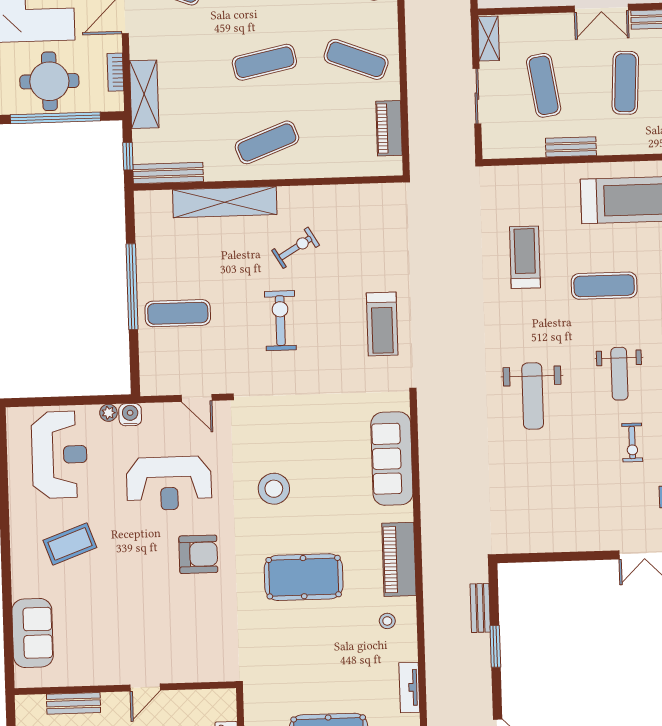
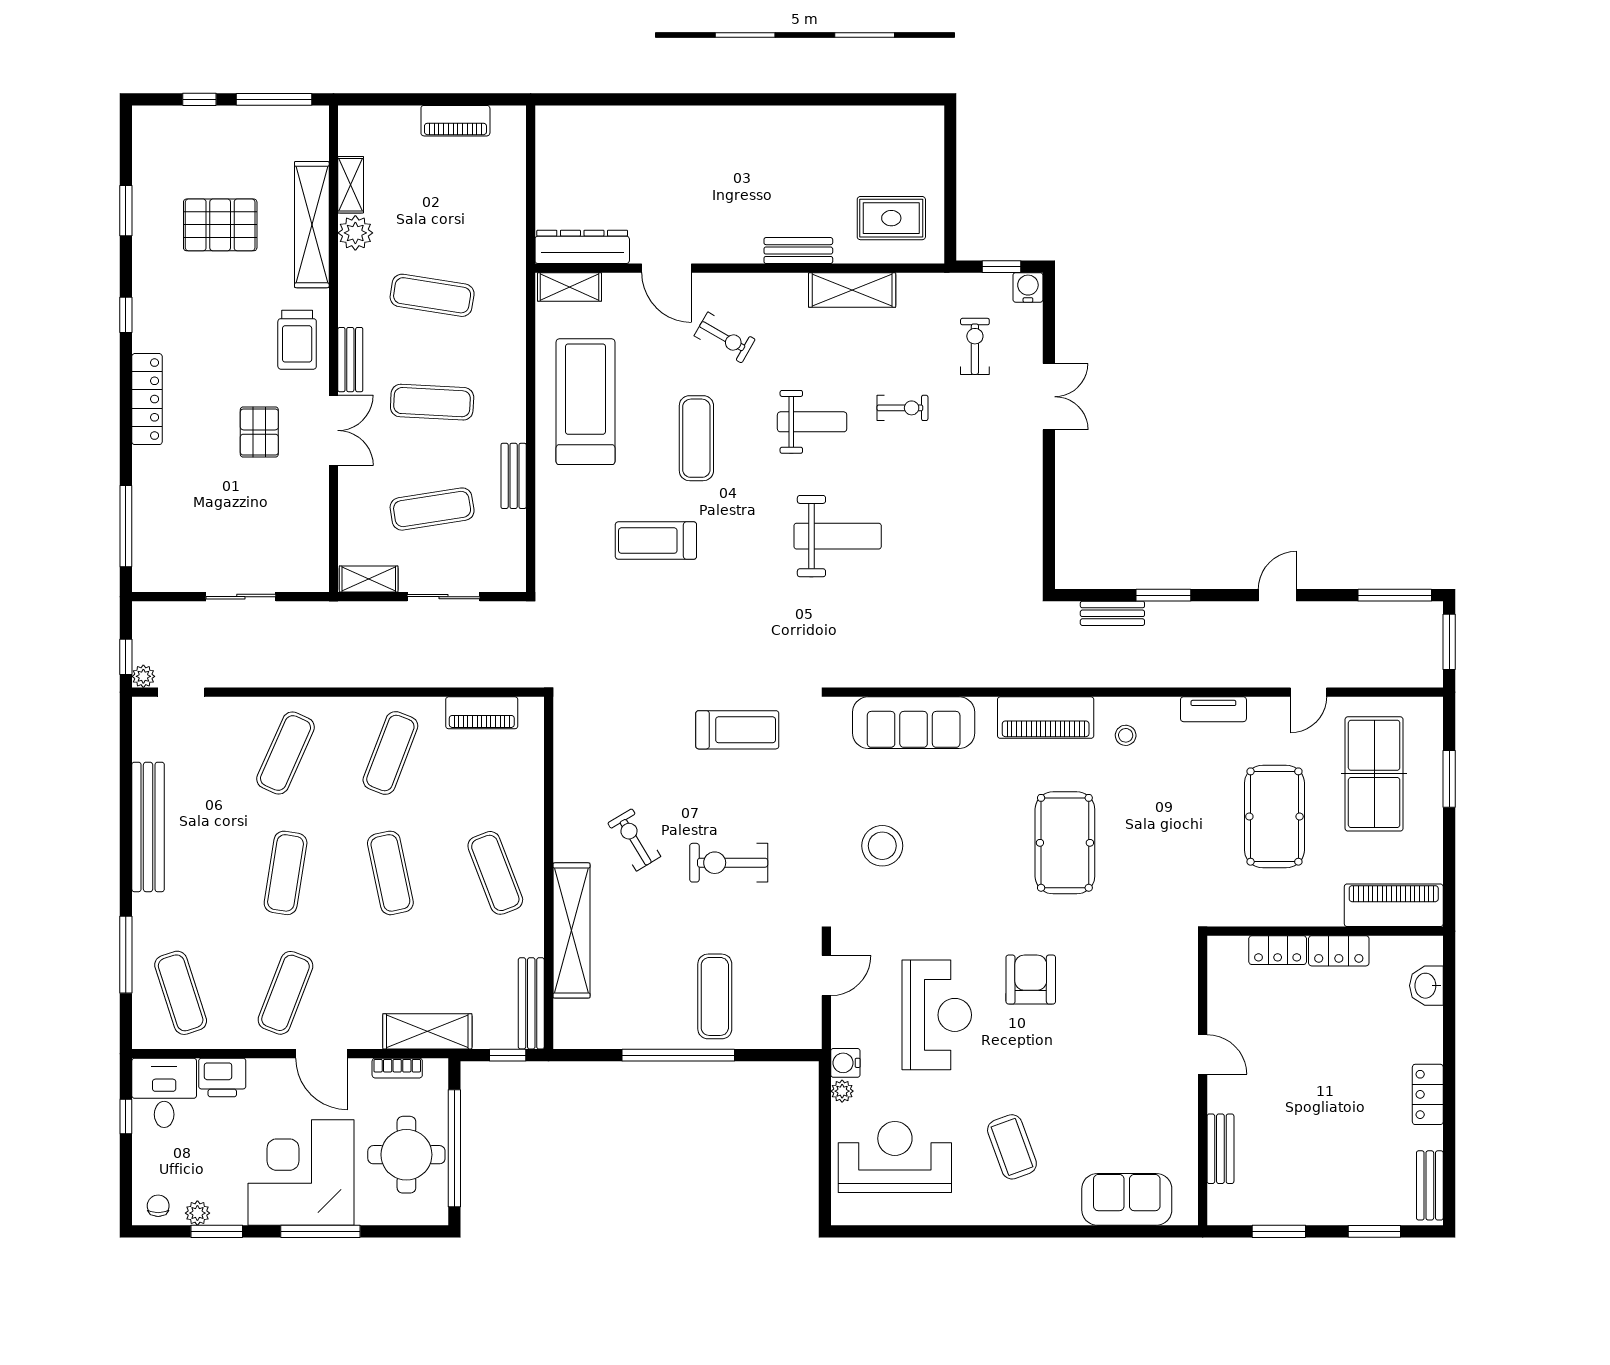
stool: (274, 489) -> (882, 846), moved

